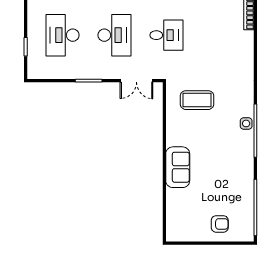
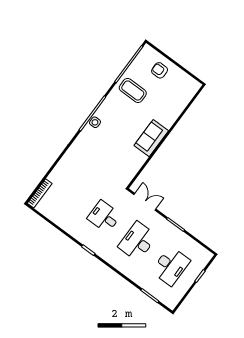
coffee table: (197, 100) -> (133, 90), moved
sofa: (178, 167) -> (151, 138), moved

